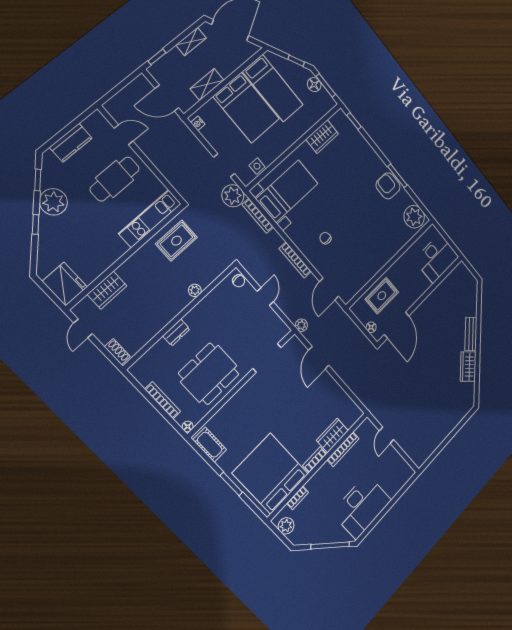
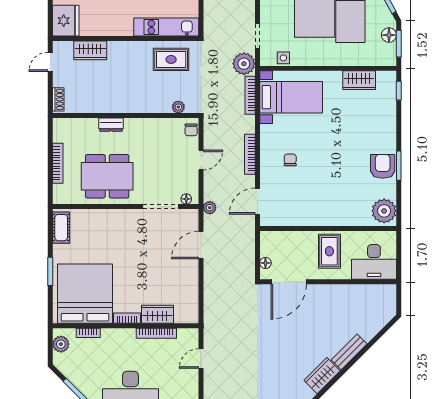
plant: (195, 290) -> (178, 107), moved
rug: (382, 296) -> (329, 251), moved, turned 90
floor lamp: (188, 427) -> (186, 199), moved

